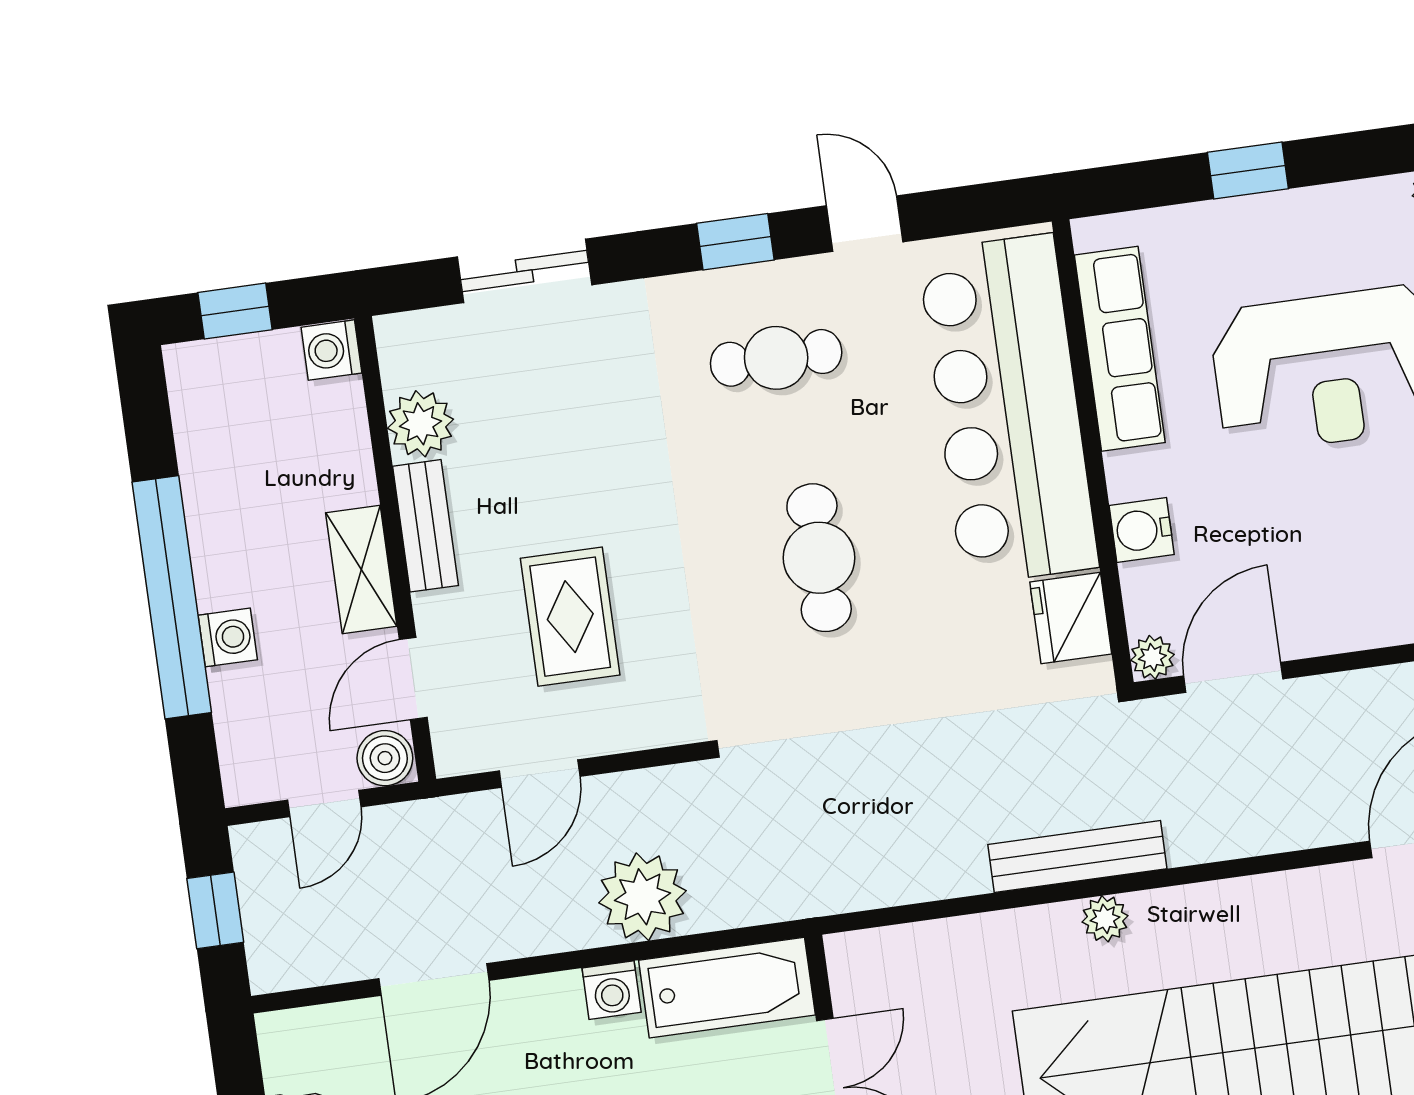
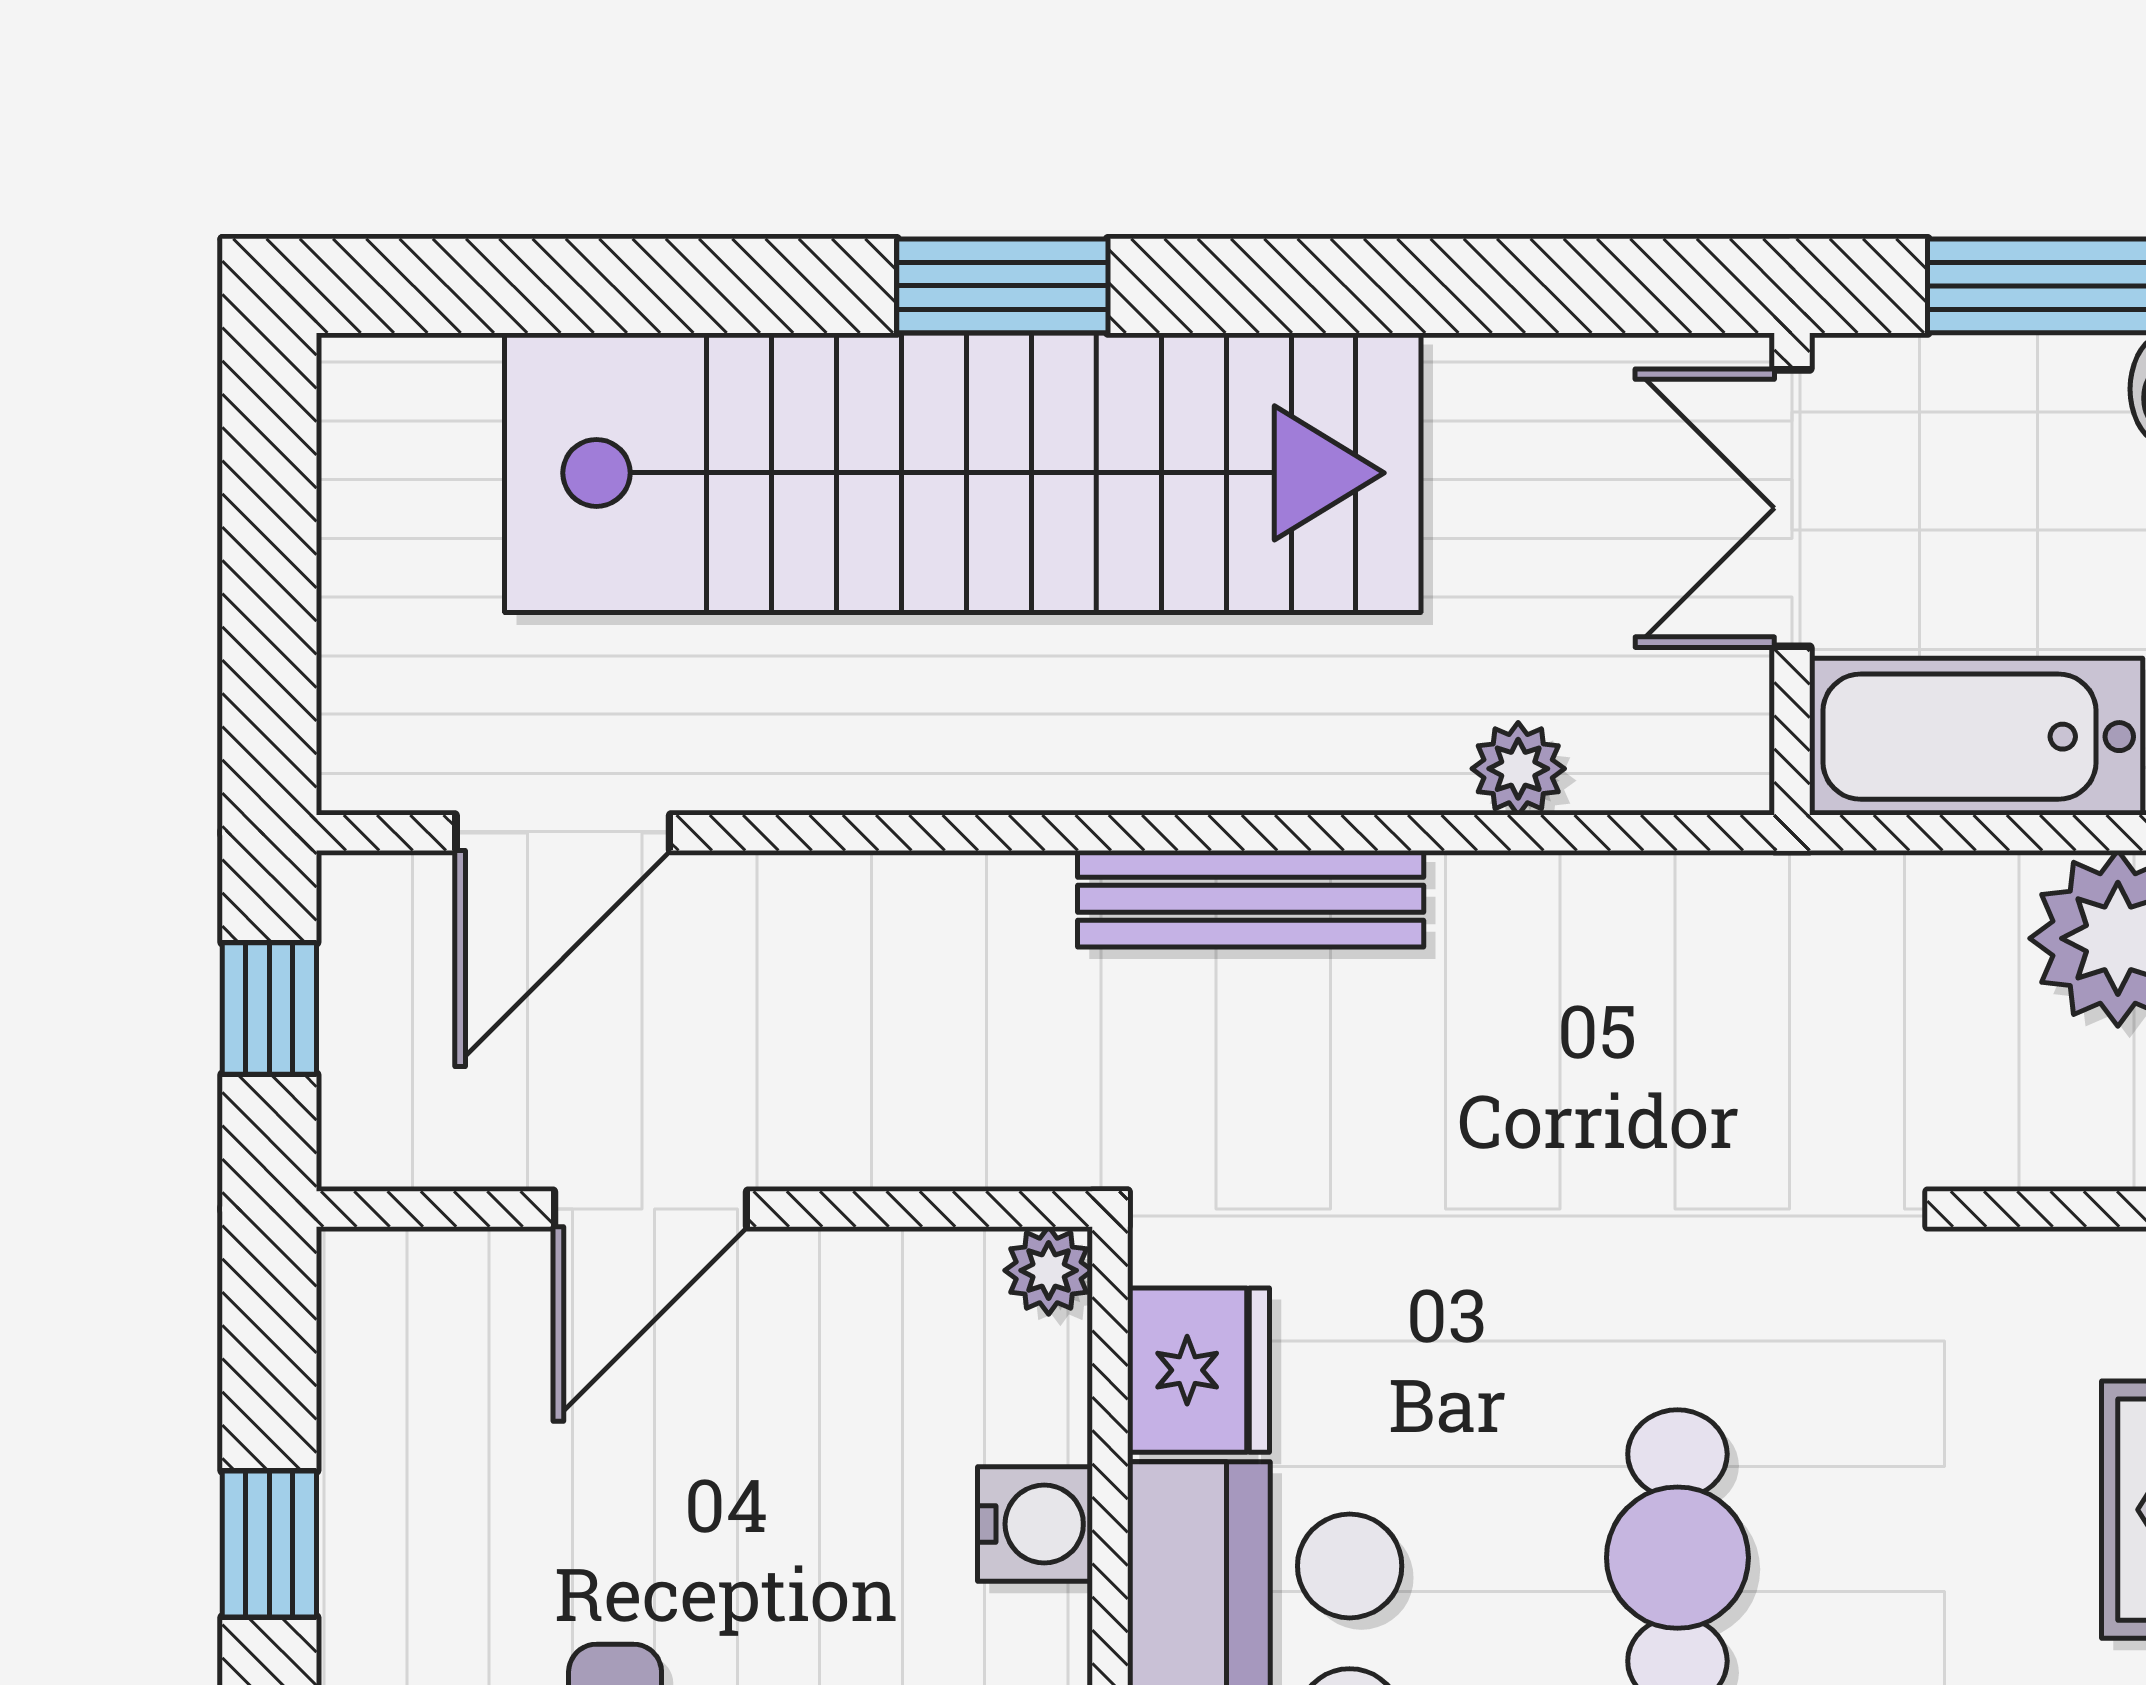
door: (1233, 677) -> (650, 1209), moved
plant: (1105, 919) -> (1518, 769), moved

